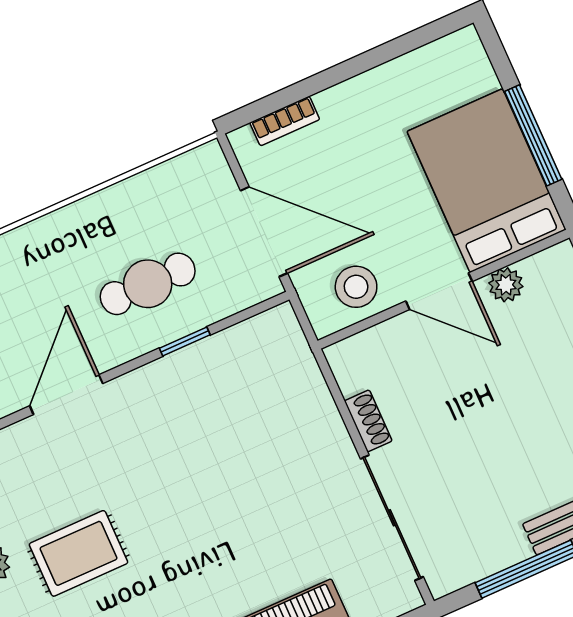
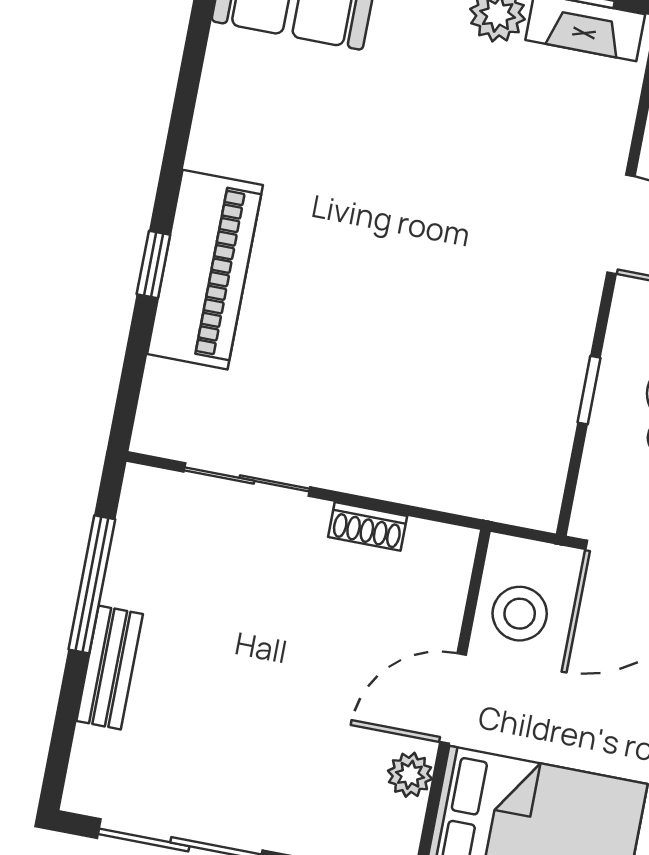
sliding door: (392, 518) -> (247, 479), width x0.73
rug: (78, 553) -> (443, 119), removed

